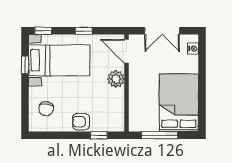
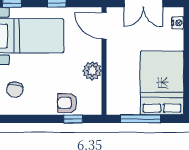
plant: (116, 79) -> (92, 71), moved
armchair: (81, 122) -> (67, 103), moved

